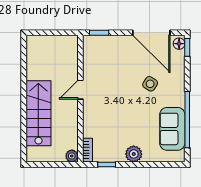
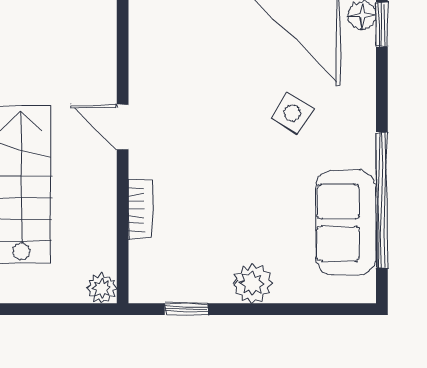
door: (80, 90) -> (123, 127), hinge flipped
bookcase: (88, 150) -> (140, 209), moved

